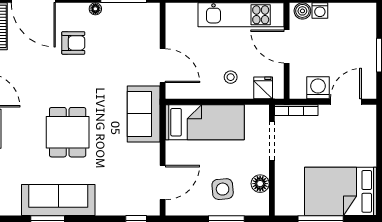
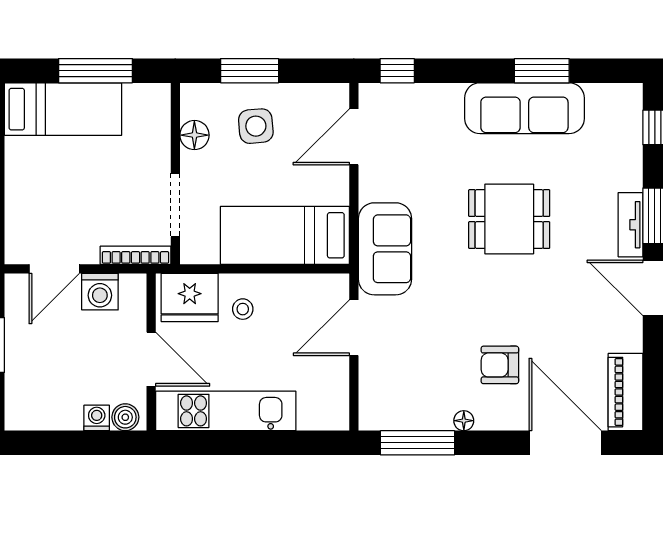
door: (163, 66) -> (354, 328), hinge flipped
fridge: (263, 88) -> (190, 297), width x1.88, depth x1.34
dining table: (68, 132) -> (509, 219), turned 90
bed: (341, 191) -> (63, 109), width x0.67

